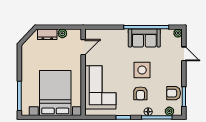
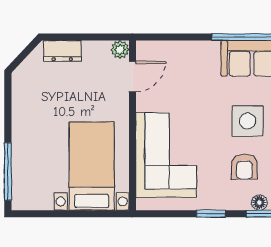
plant: (62, 33) -> (120, 49), moved
bed with nightstands: (55, 93) -> (92, 166), width x0.73

